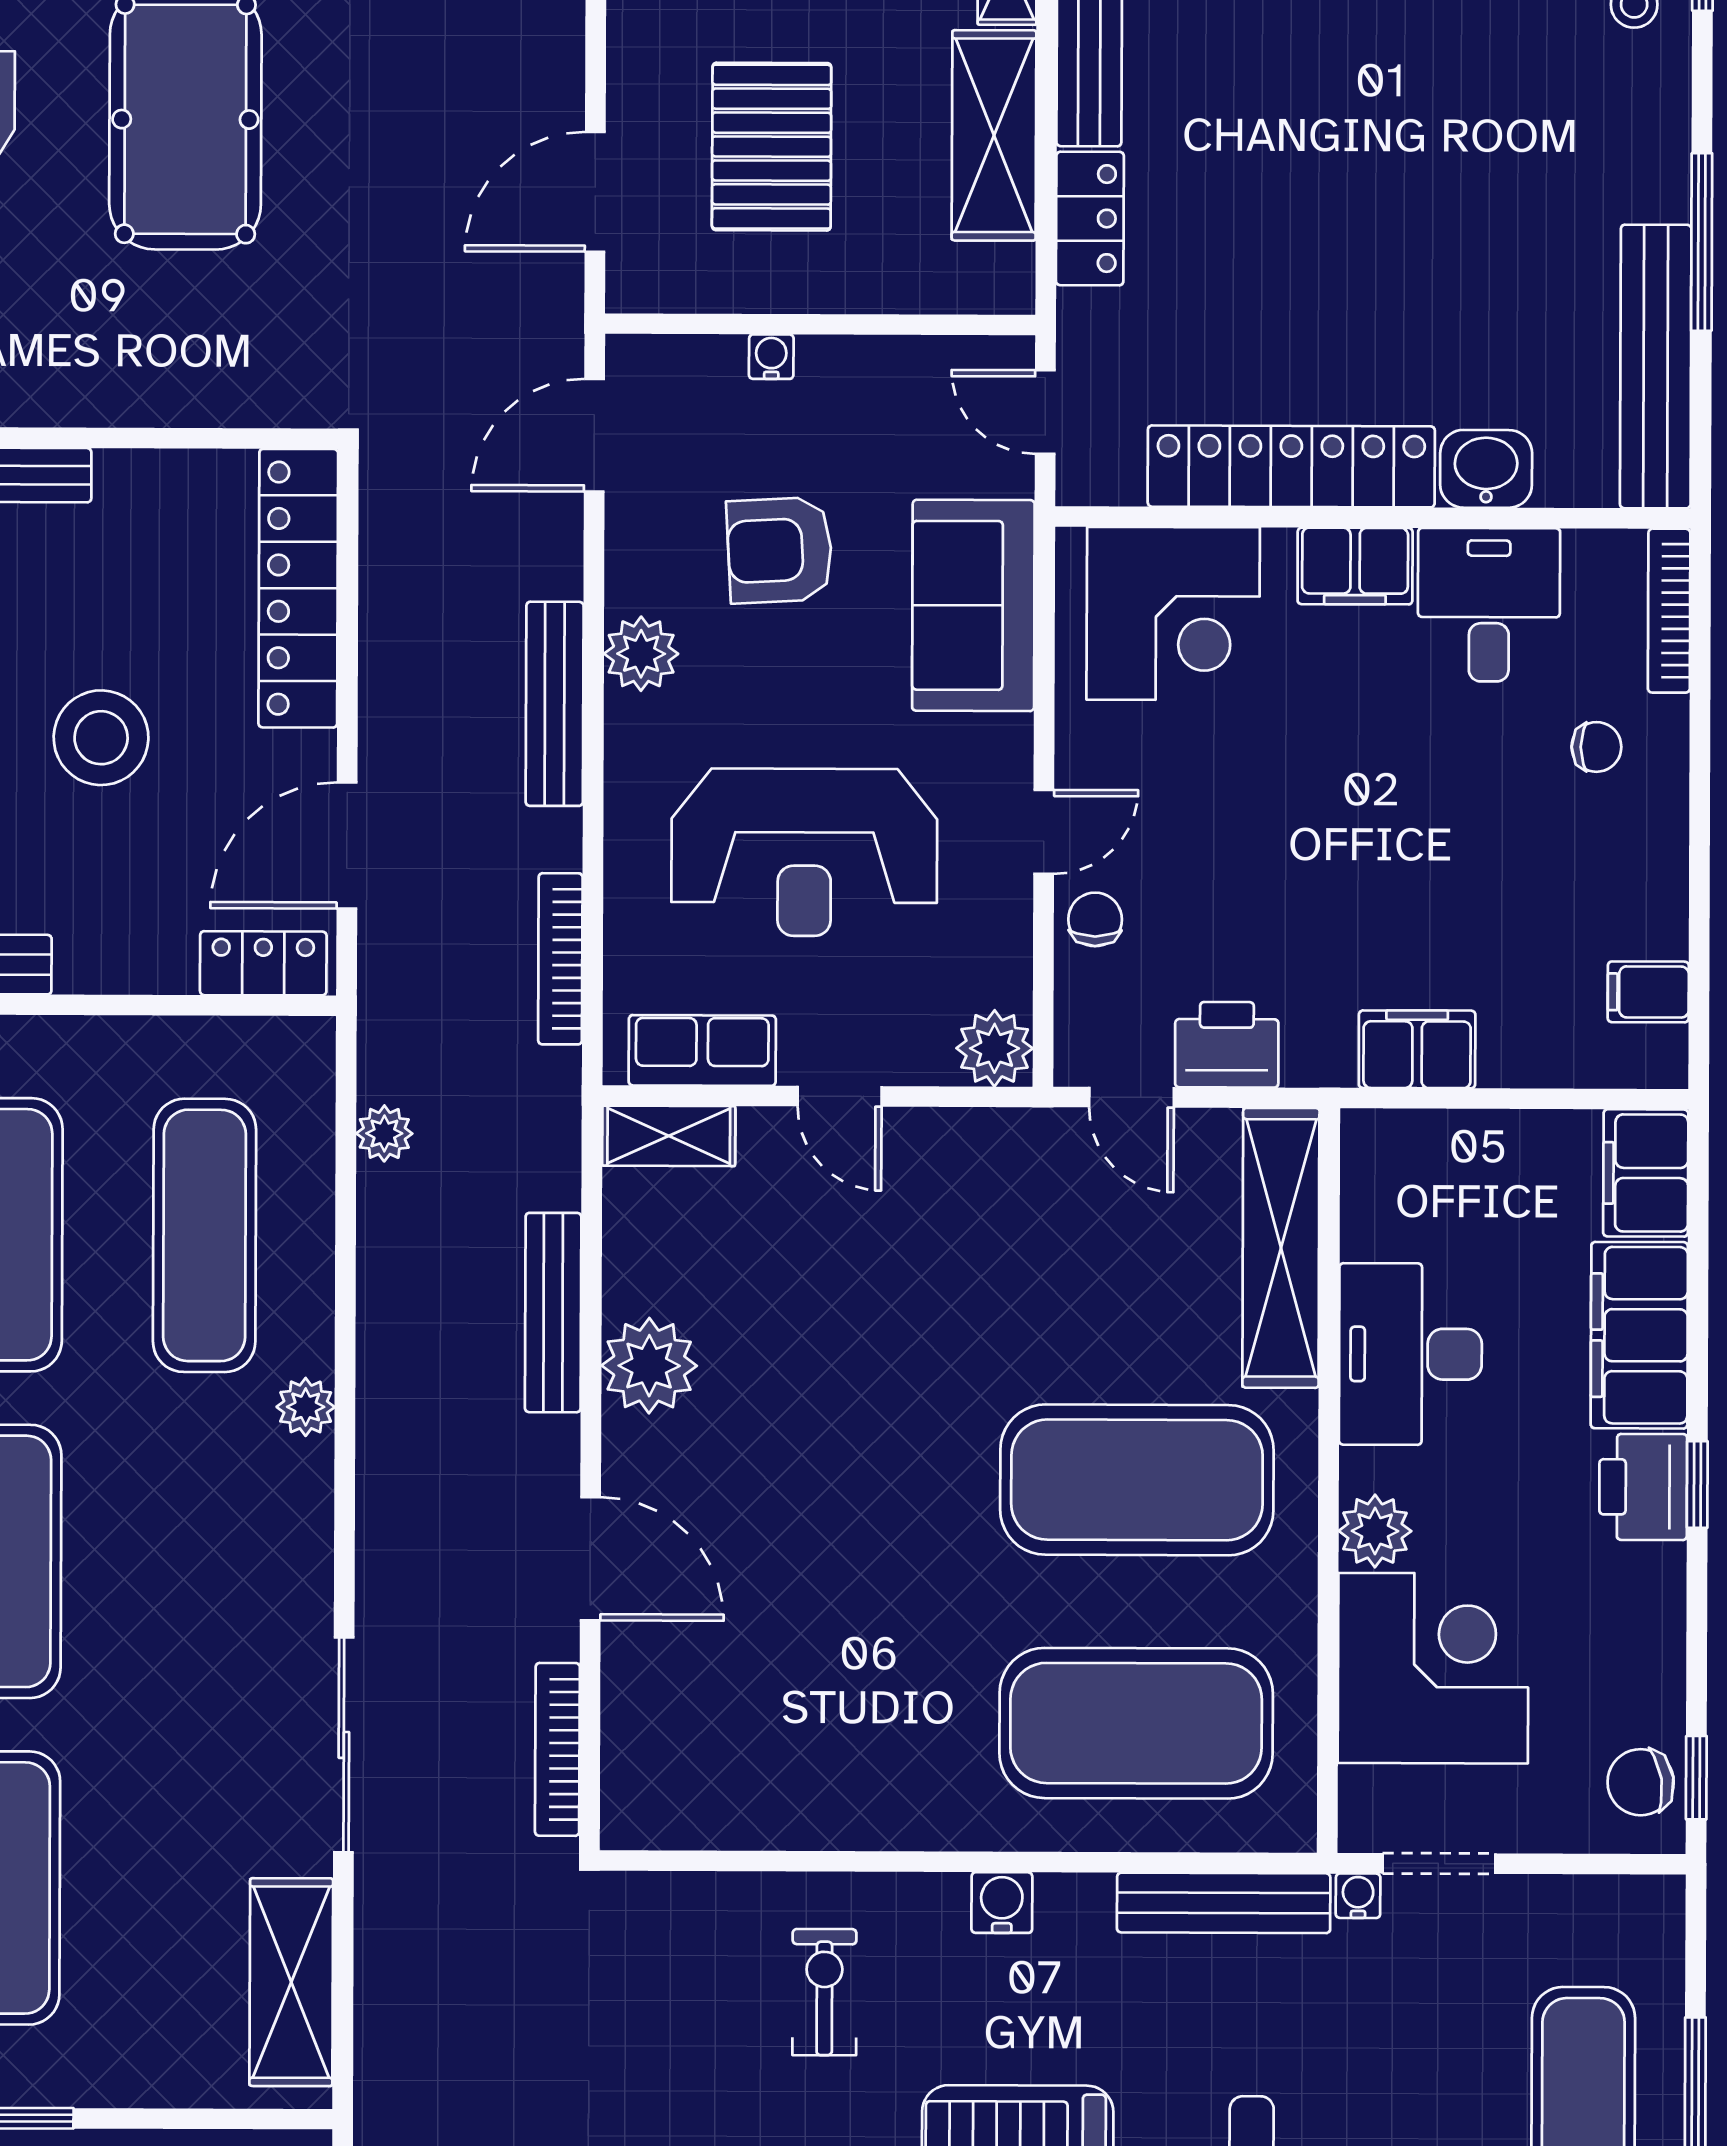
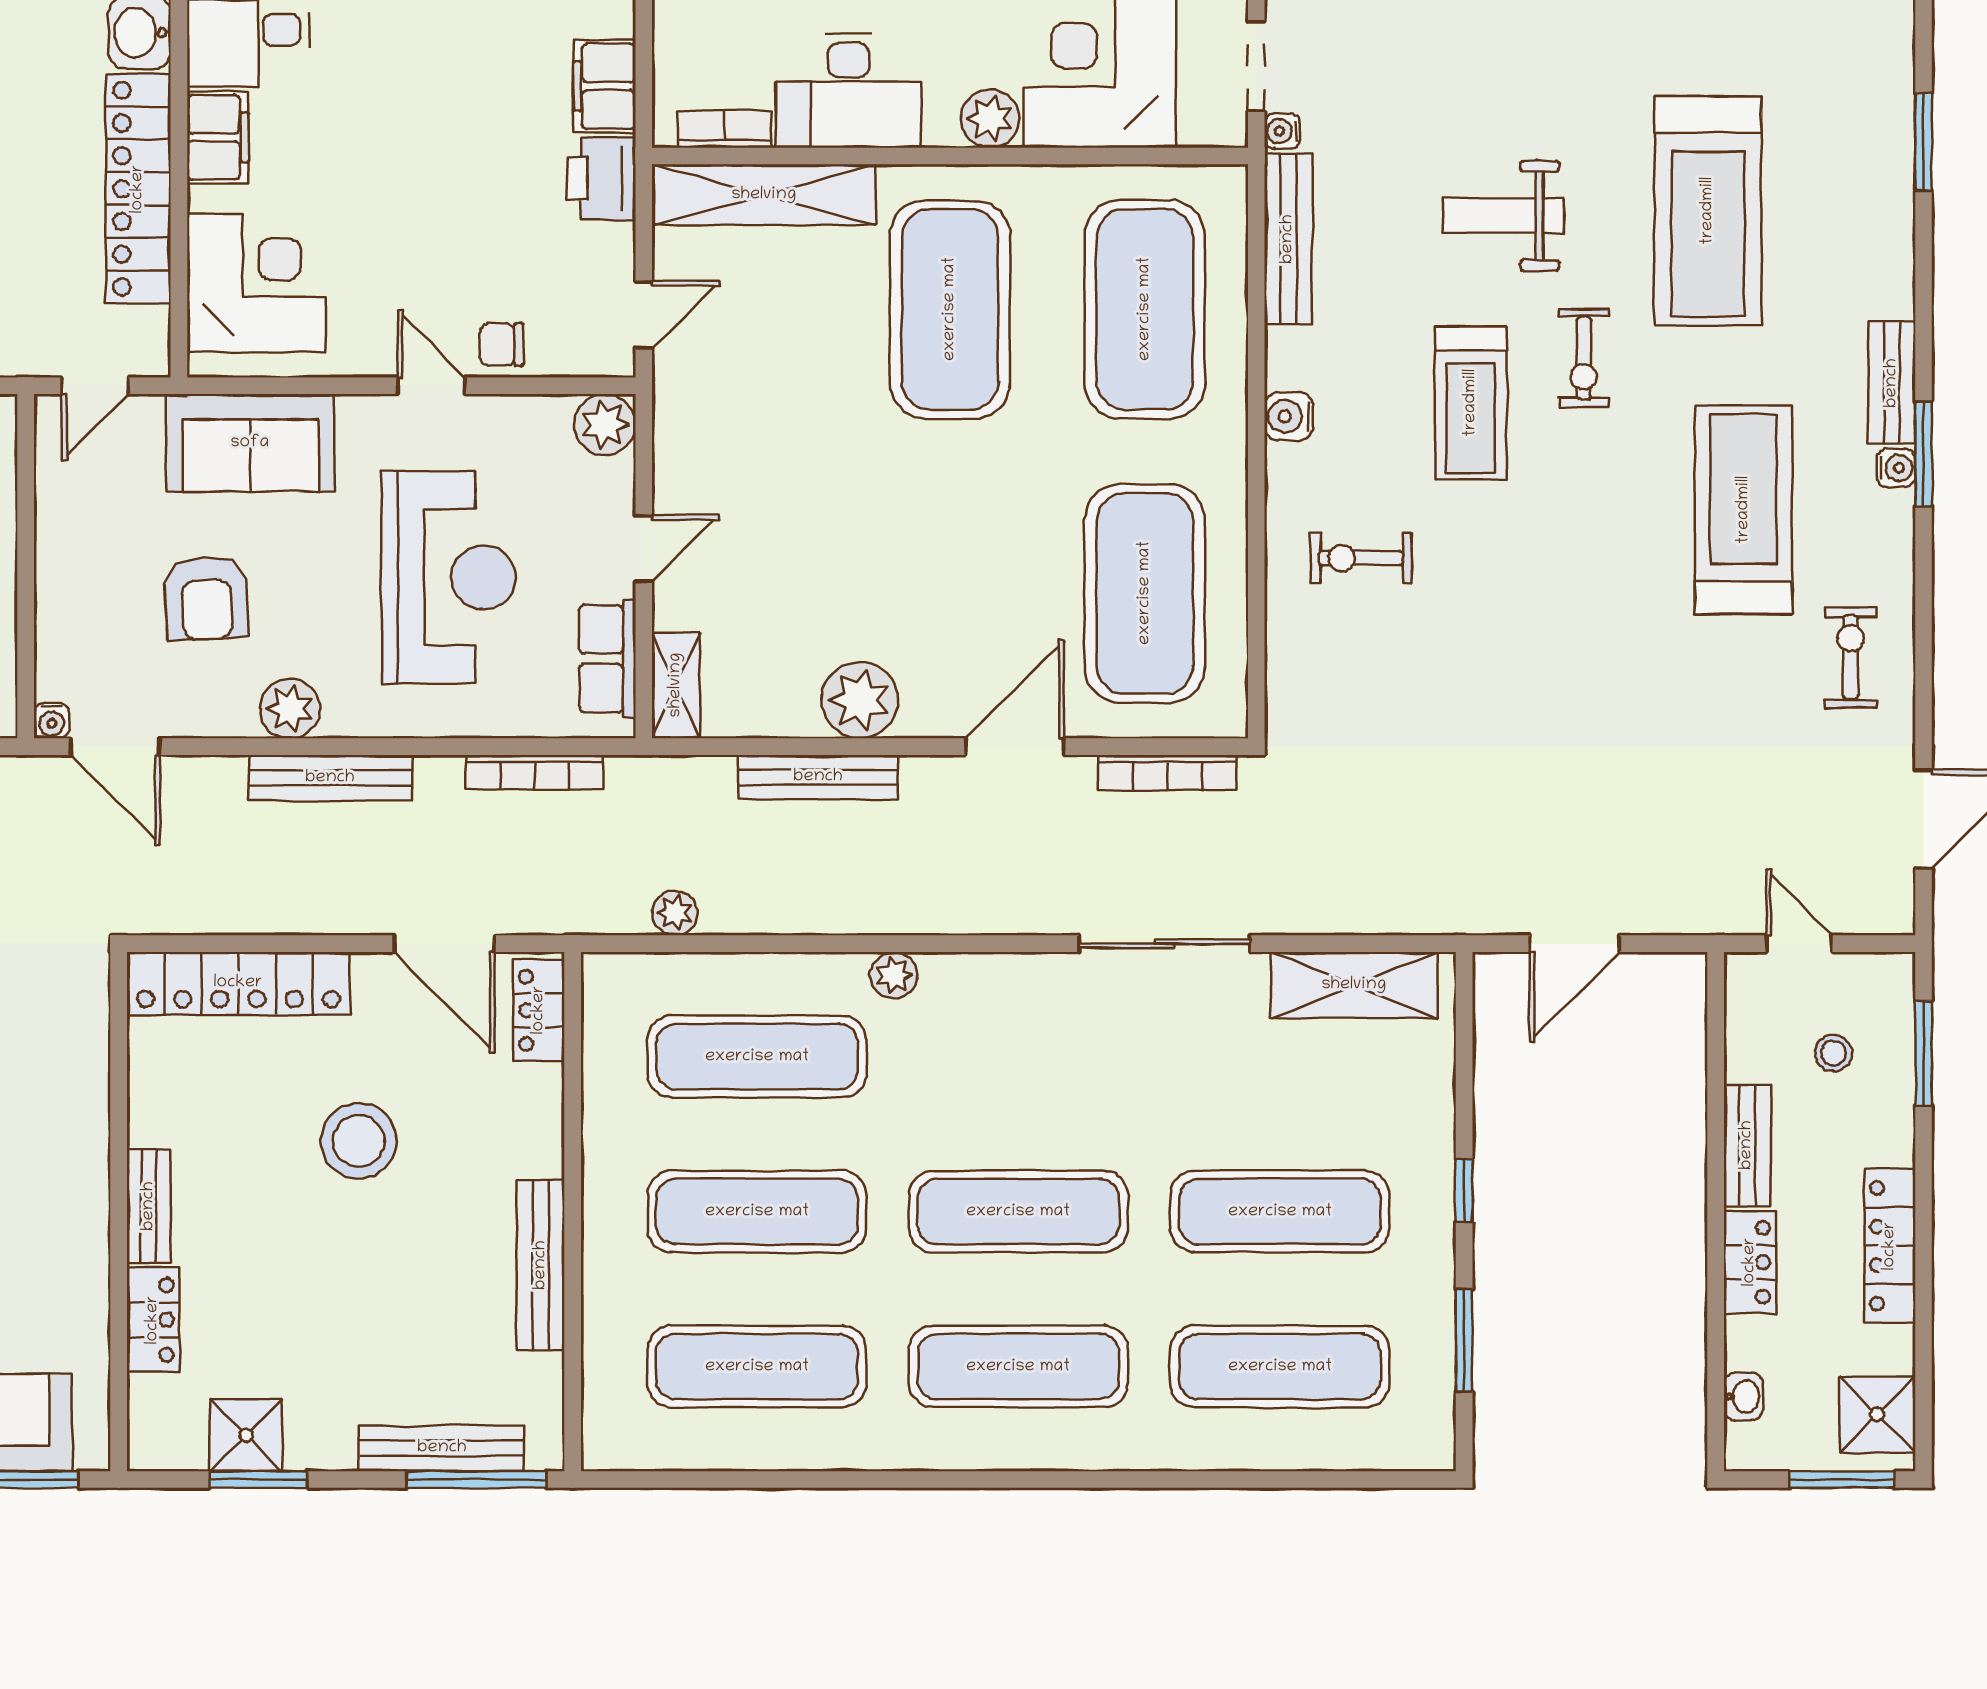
water cooler: (771, 357) -> (52, 721), moved, turned -90
printer: (1227, 1045) -> (601, 179), moved
bookcase: (1363, 1199) -> (725, 129), added
exercise mat: (781, 1722) -> (1145, 593), added

